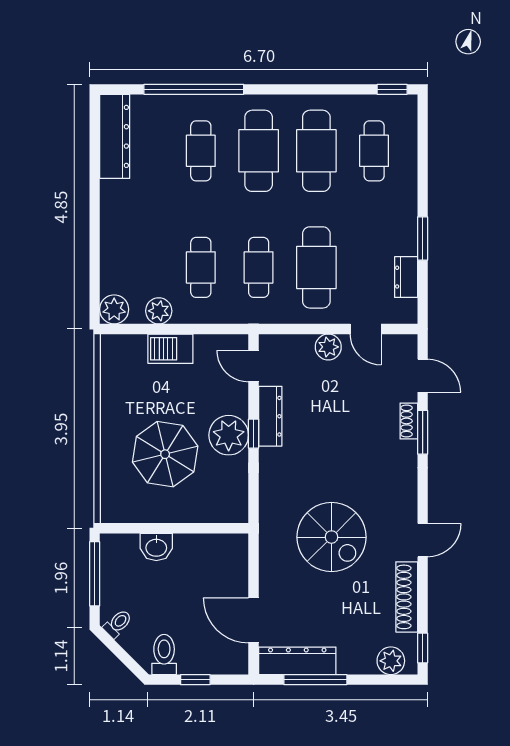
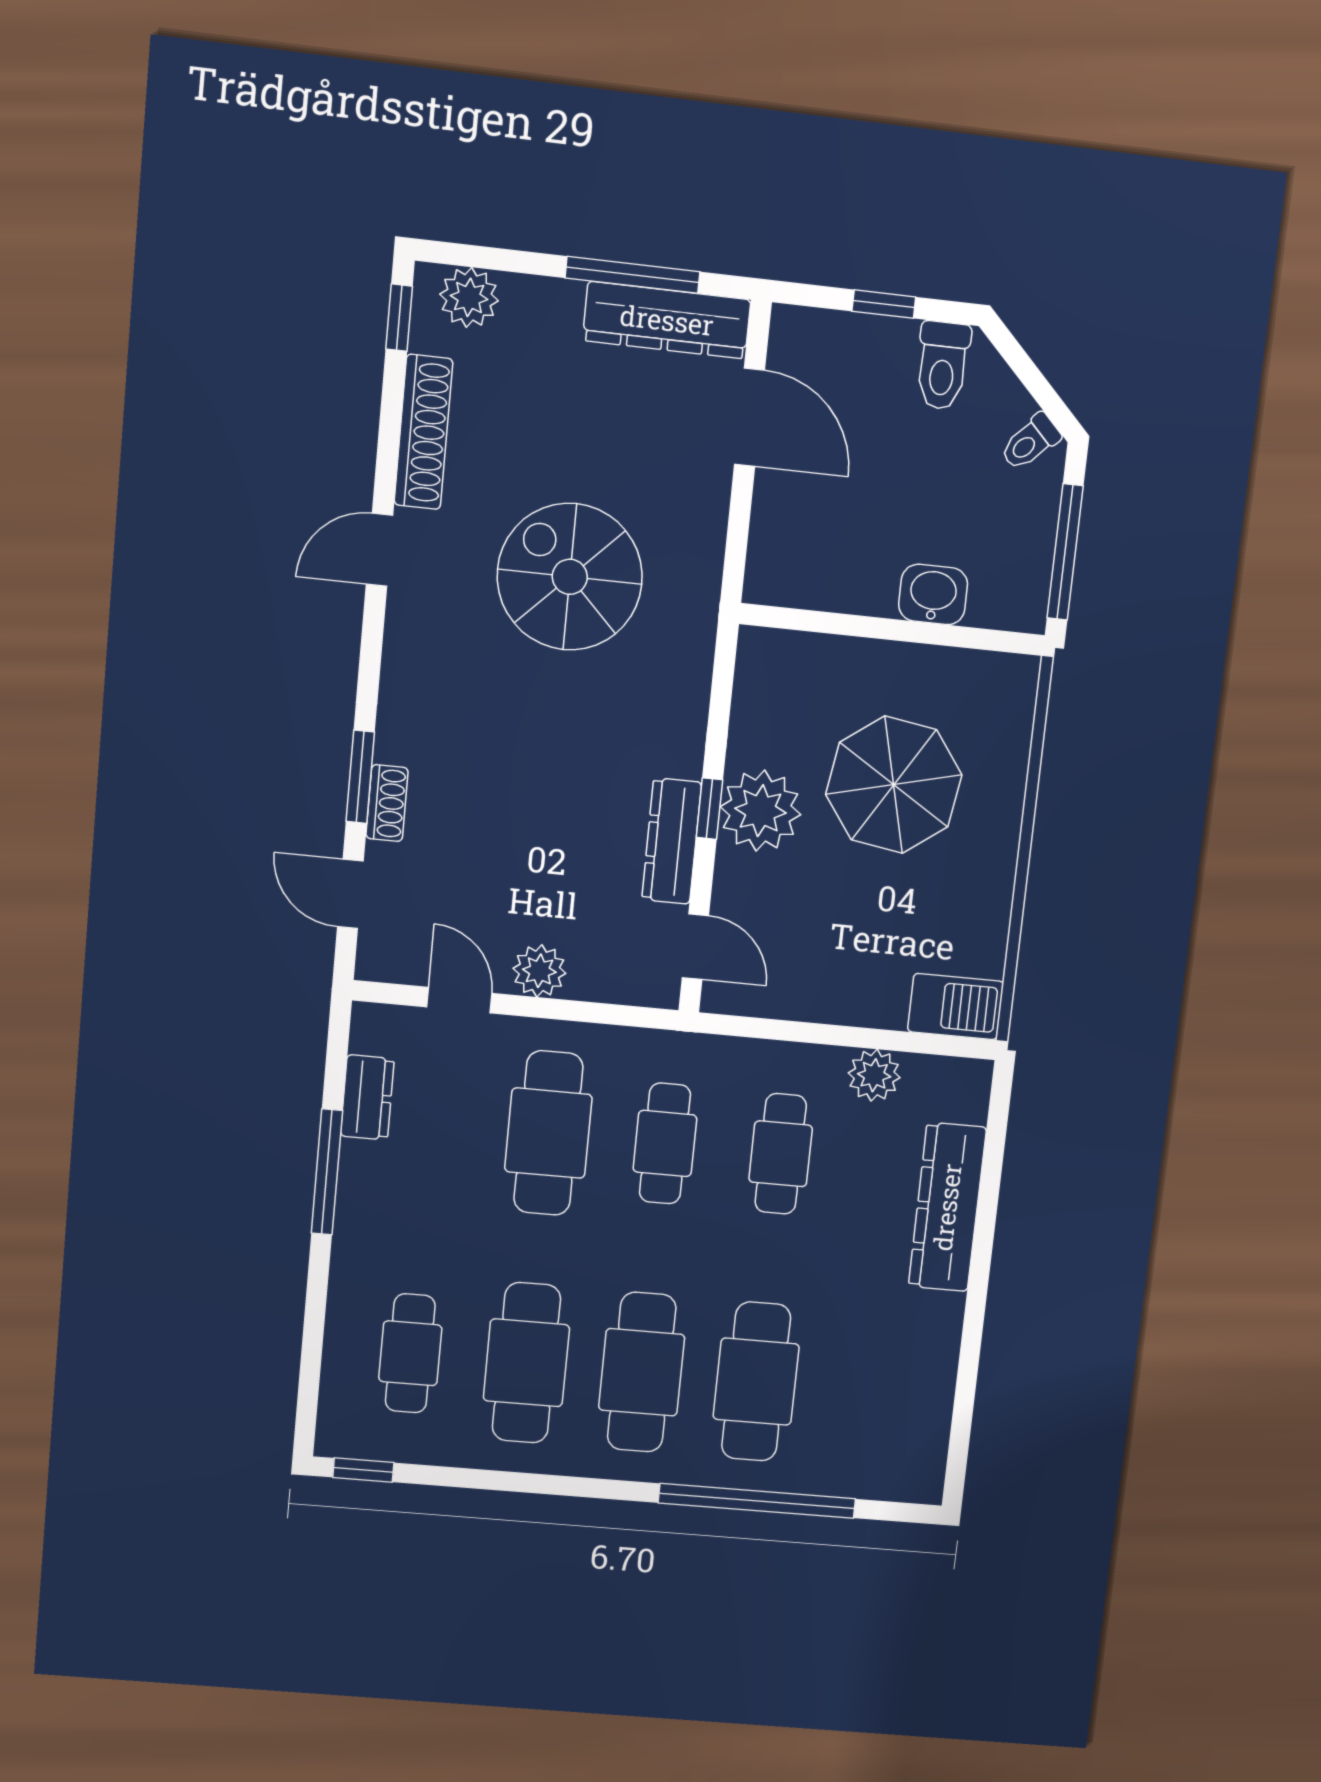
dresser: (115, 136) -> (947, 1207), moved
cafe table: (201, 151) -> (756, 1382), width x1.37, depth x1.35
window: (423, 238) -> (327, 1172), width x1.44
plant: (114, 309) -> (962, 1086), removed
barbecue: (170, 349) -> (956, 1007), moved

